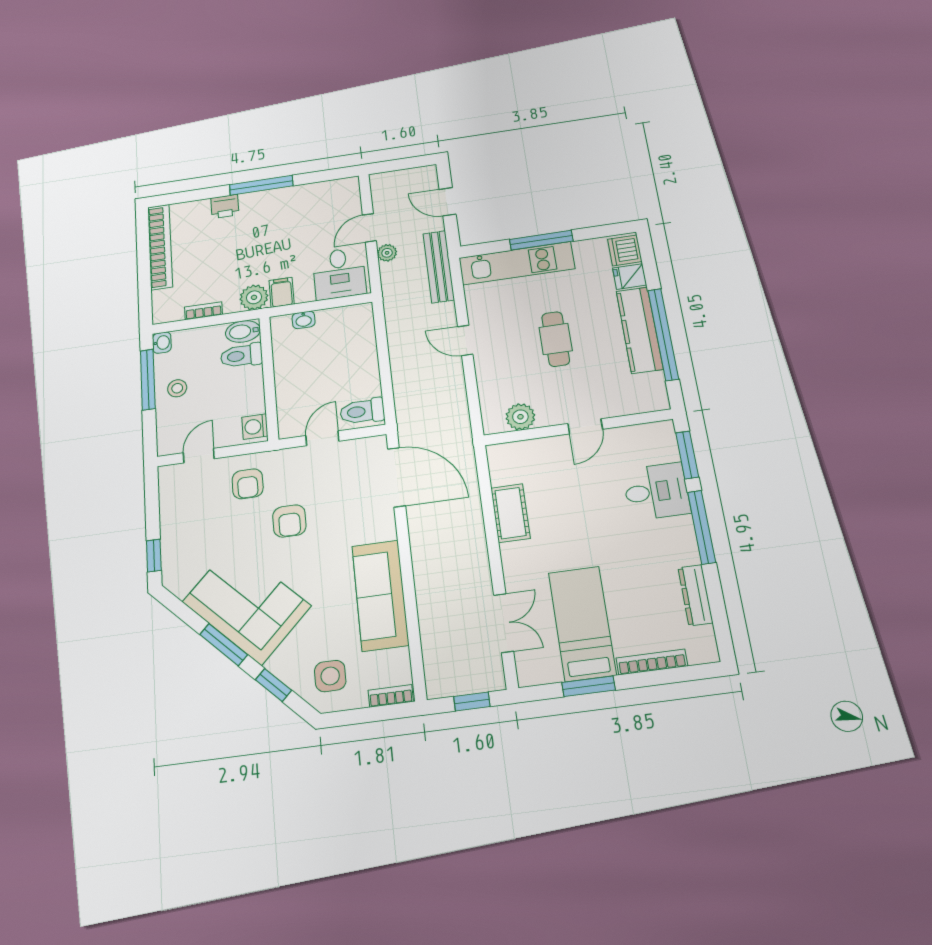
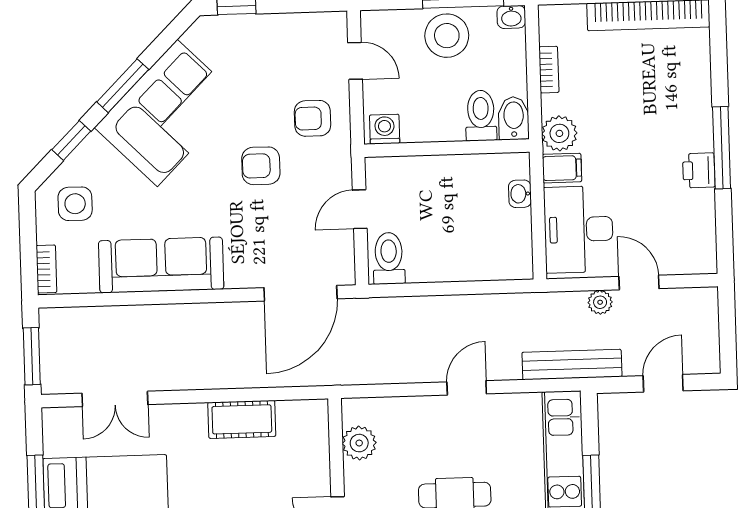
printer: (225, 206) -> (699, 170), moved
desk: (339, 273) -> (578, 229), width x1.37
stool: (177, 388) -> (447, 36), width x1.89, depth x1.89
door: (322, 438) -> (360, 209), swing flipped
window: (472, 701) -> (32, 356), width x1.50

